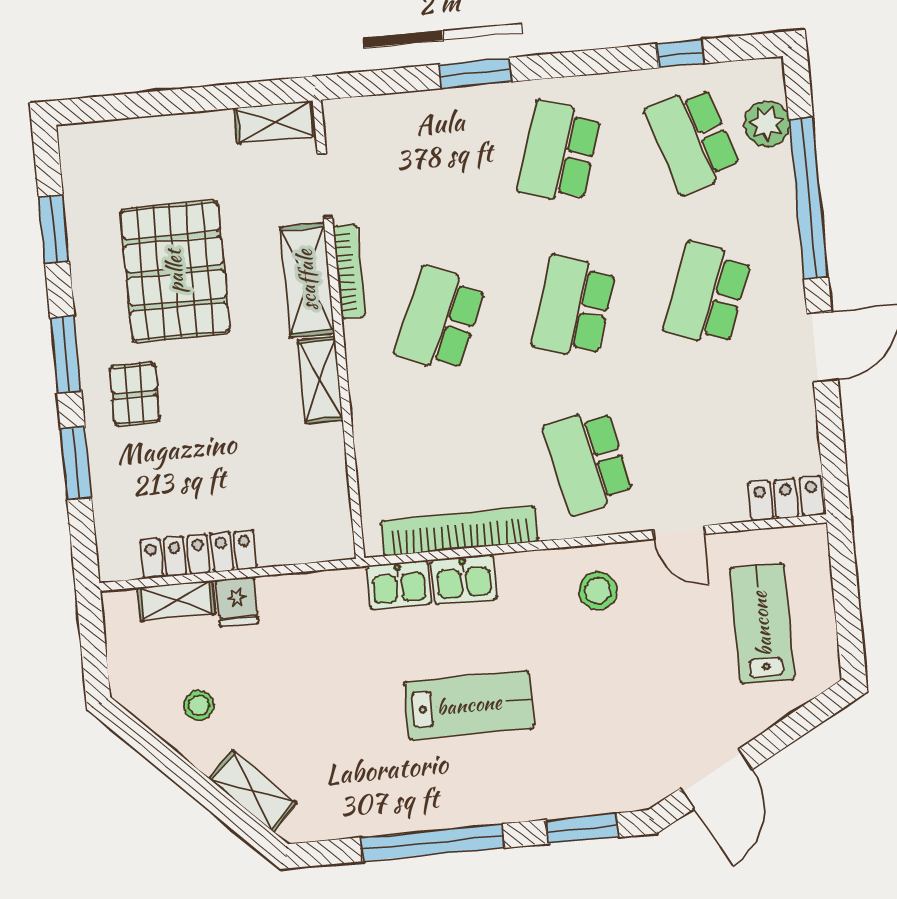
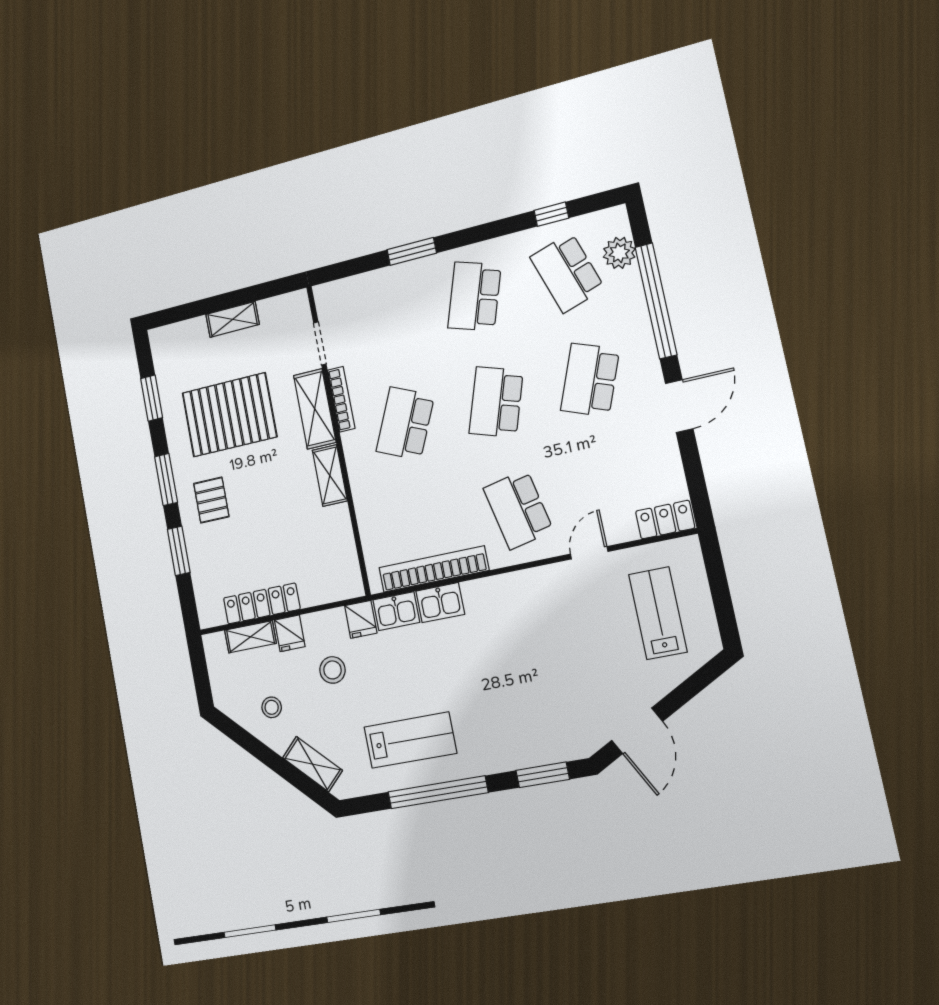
shelving: (275, 122) -> (233, 319), moved
pallet: (175, 271) -> (229, 415), turned 90
door: (679, 532) -> (589, 553), swing flipped
stool: (598, 591) -> (332, 670), moved
fridge: (346, 592) -> (361, 619), added
lab bench: (469, 705) -> (410, 740), moved

